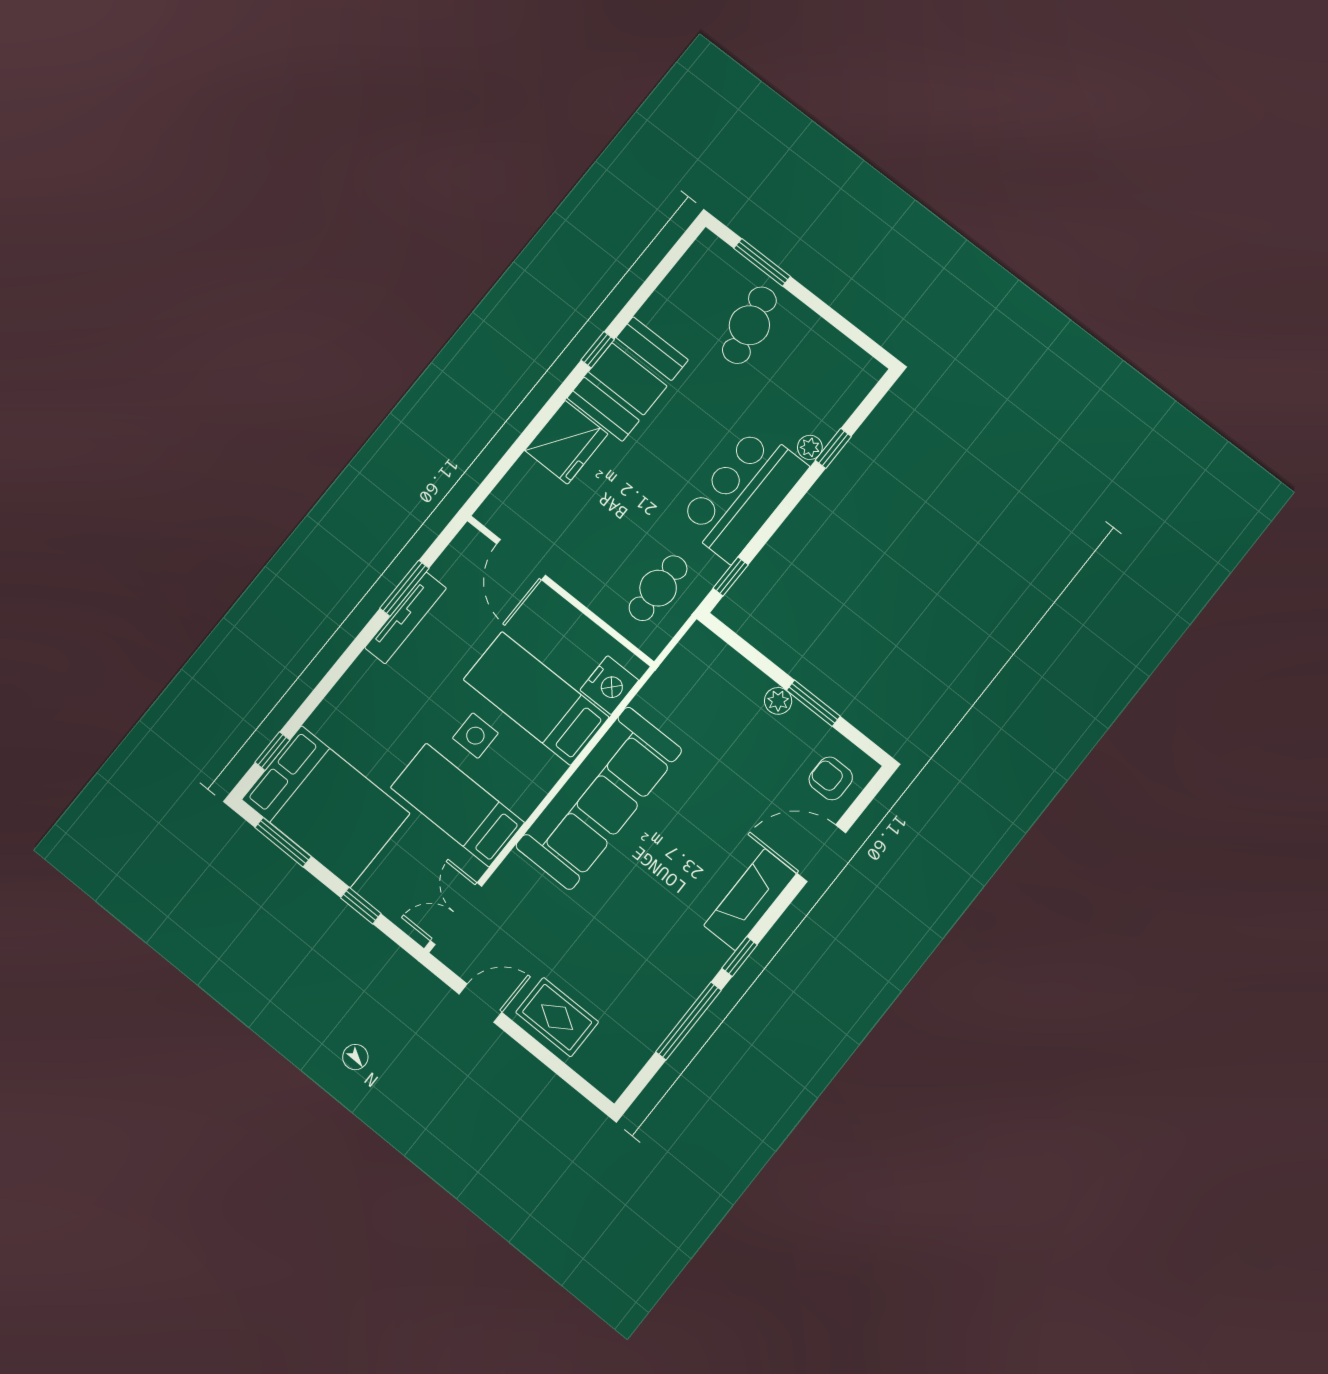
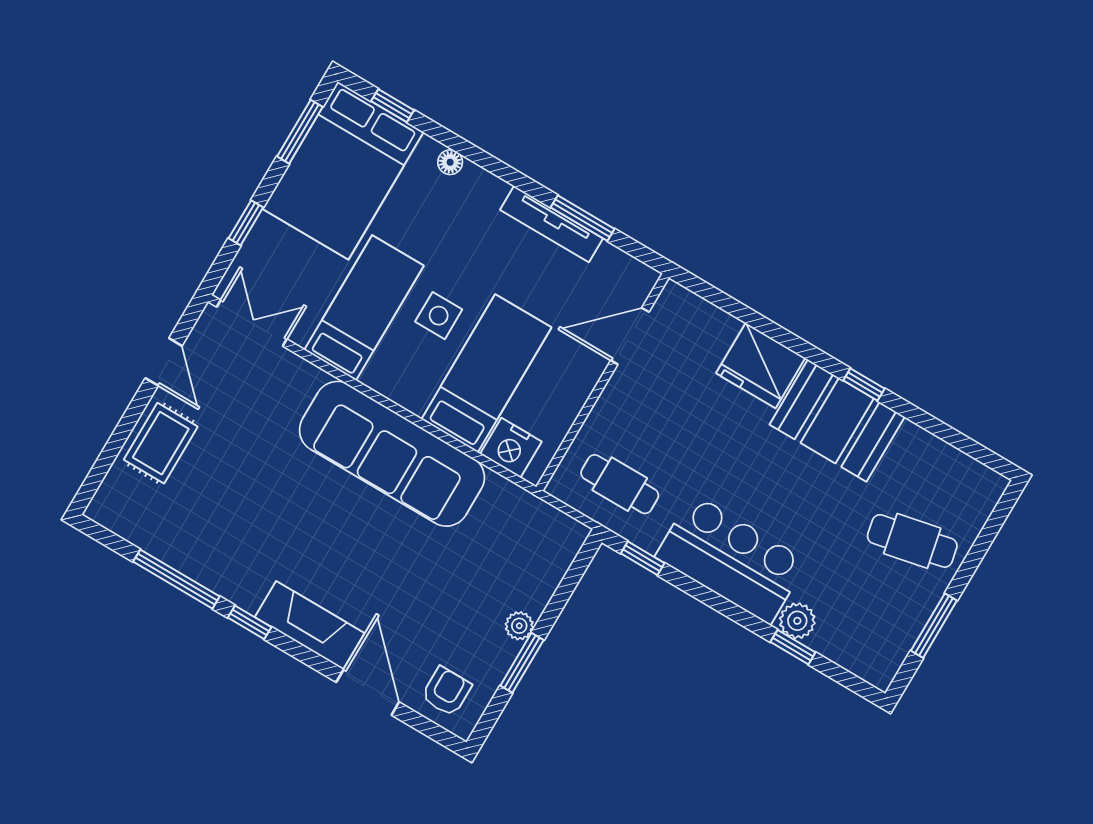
window: (762, 262) -> (934, 626), moved
plant: (810, 447) -> (797, 621), width x1.38, depth x1.38
floor lamp: (333, 705) -> (450, 162), added

